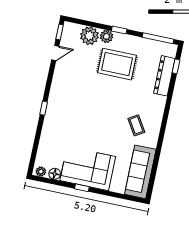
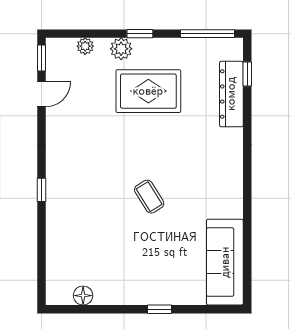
plant: (89, 36) -> (85, 46), width x0.53, depth x0.53
coffee table: (136, 125) -> (149, 197), moved
corner sofa: (88, 169) -> (136, 275), removed
plant: (41, 172) -> (59, 297), removed
window: (82, 188) -> (160, 309), moved

